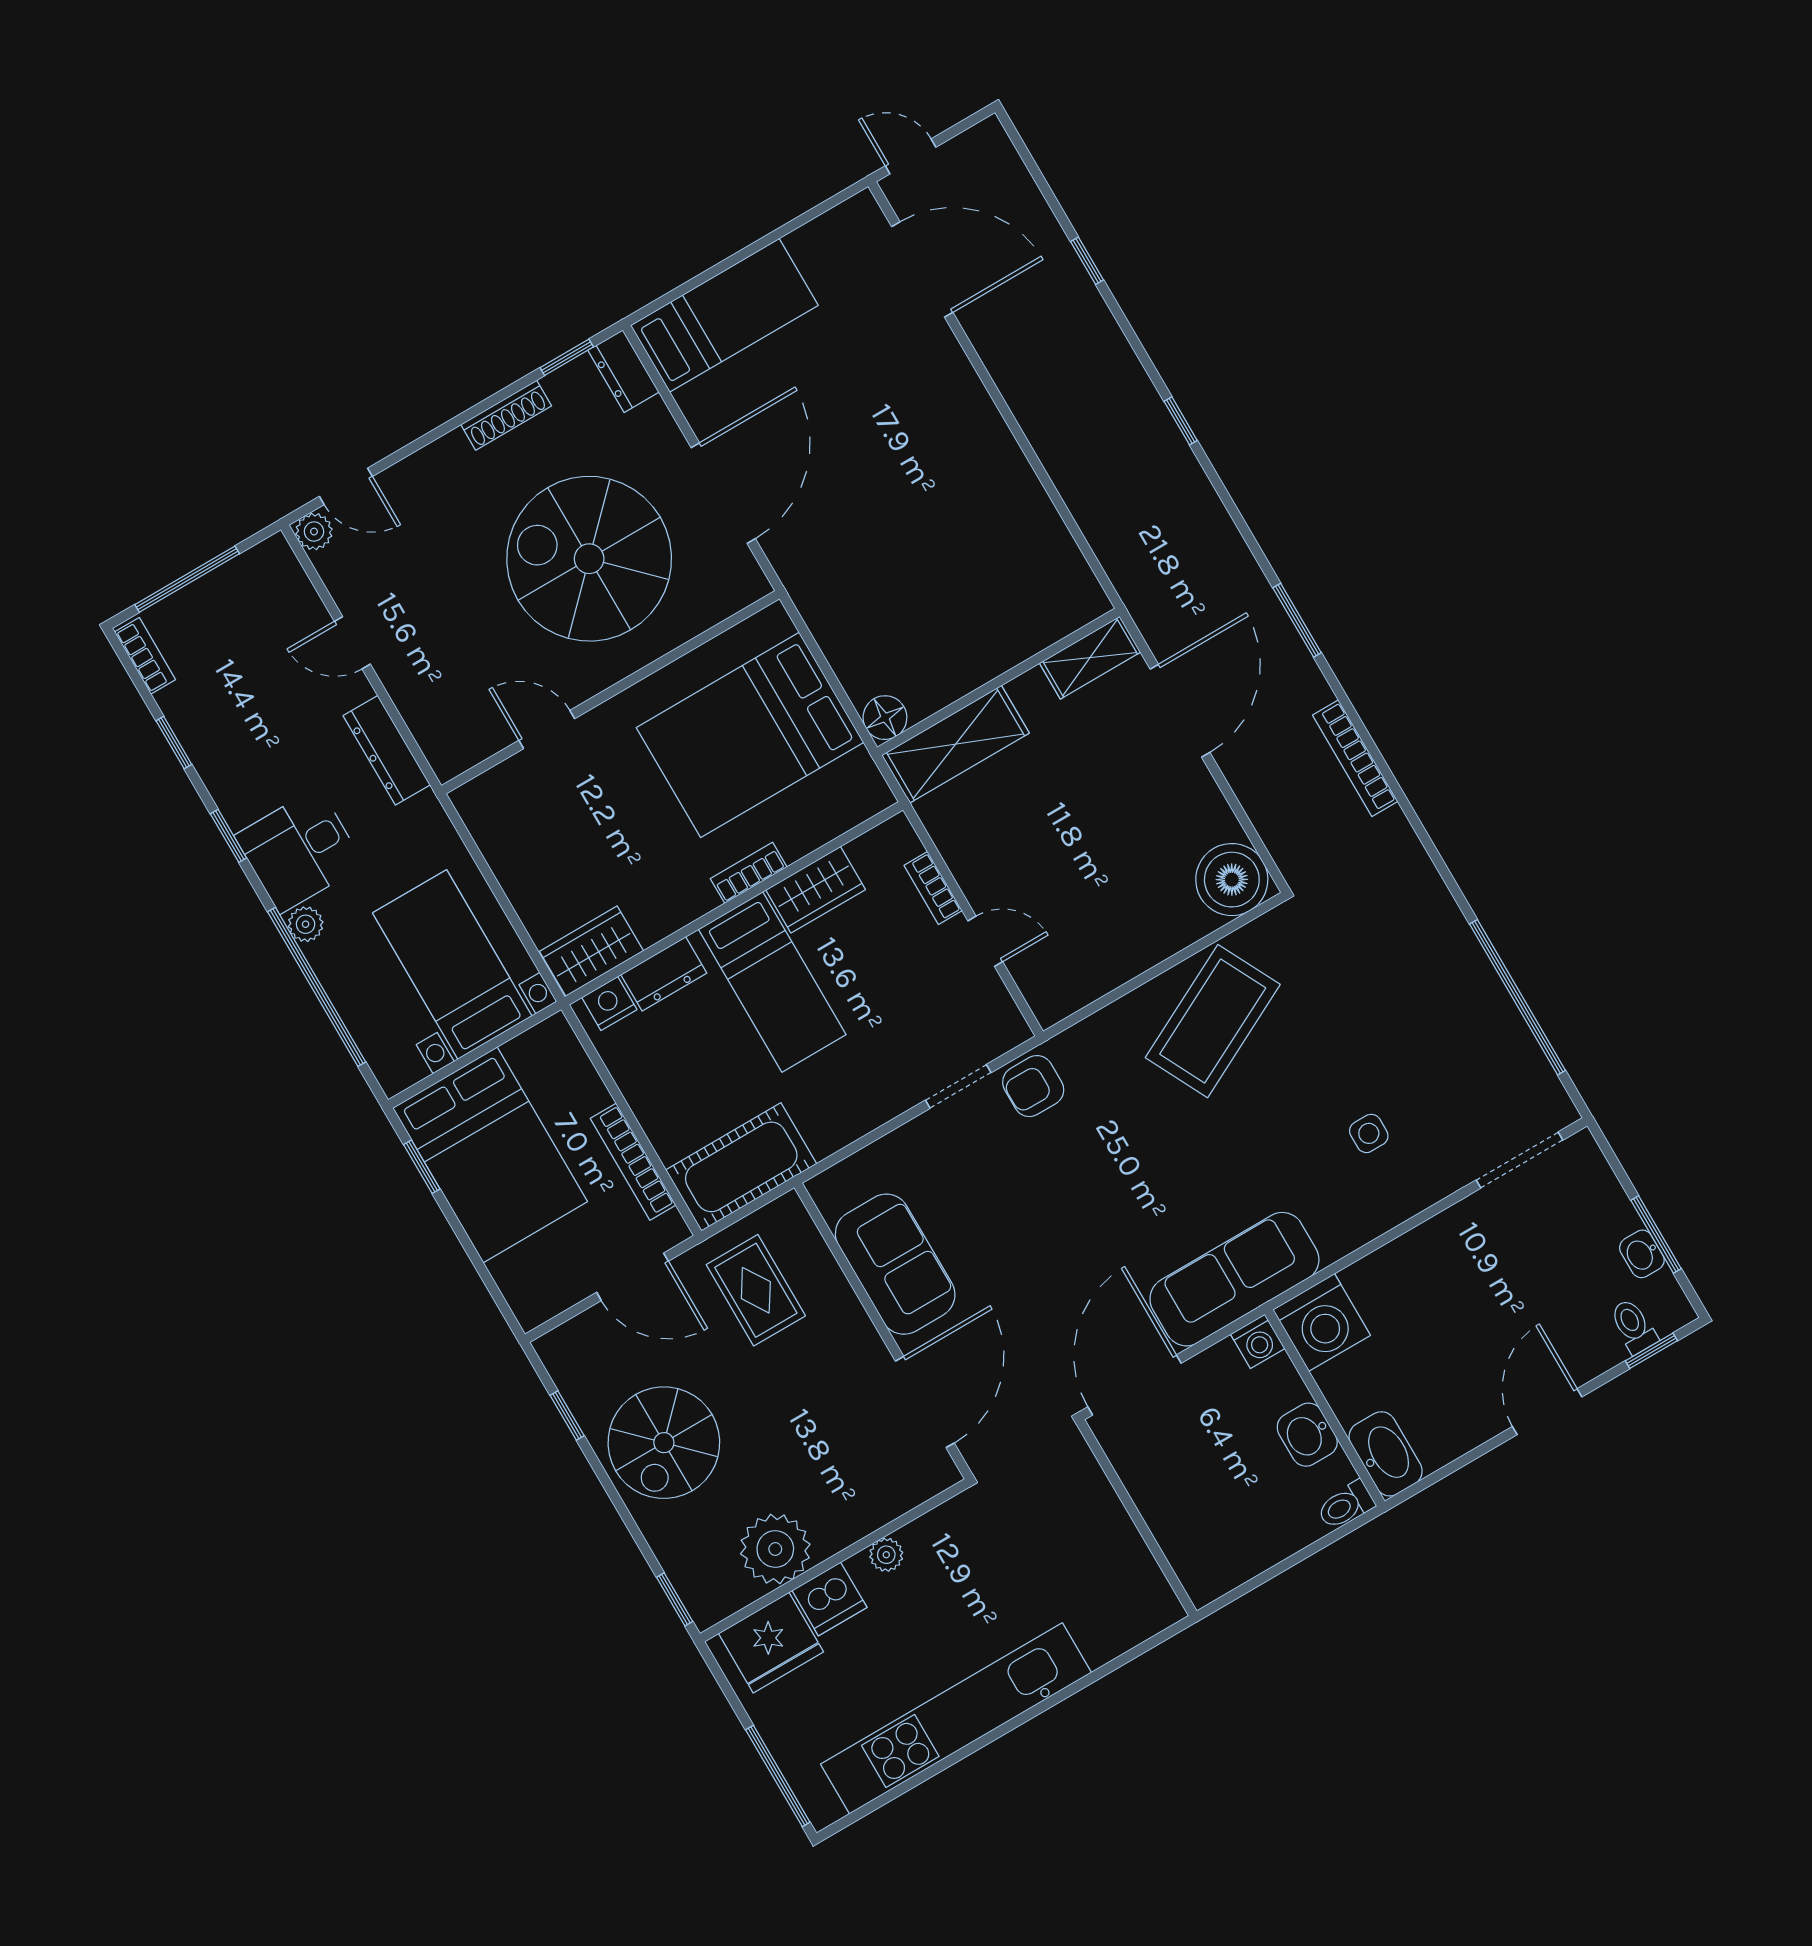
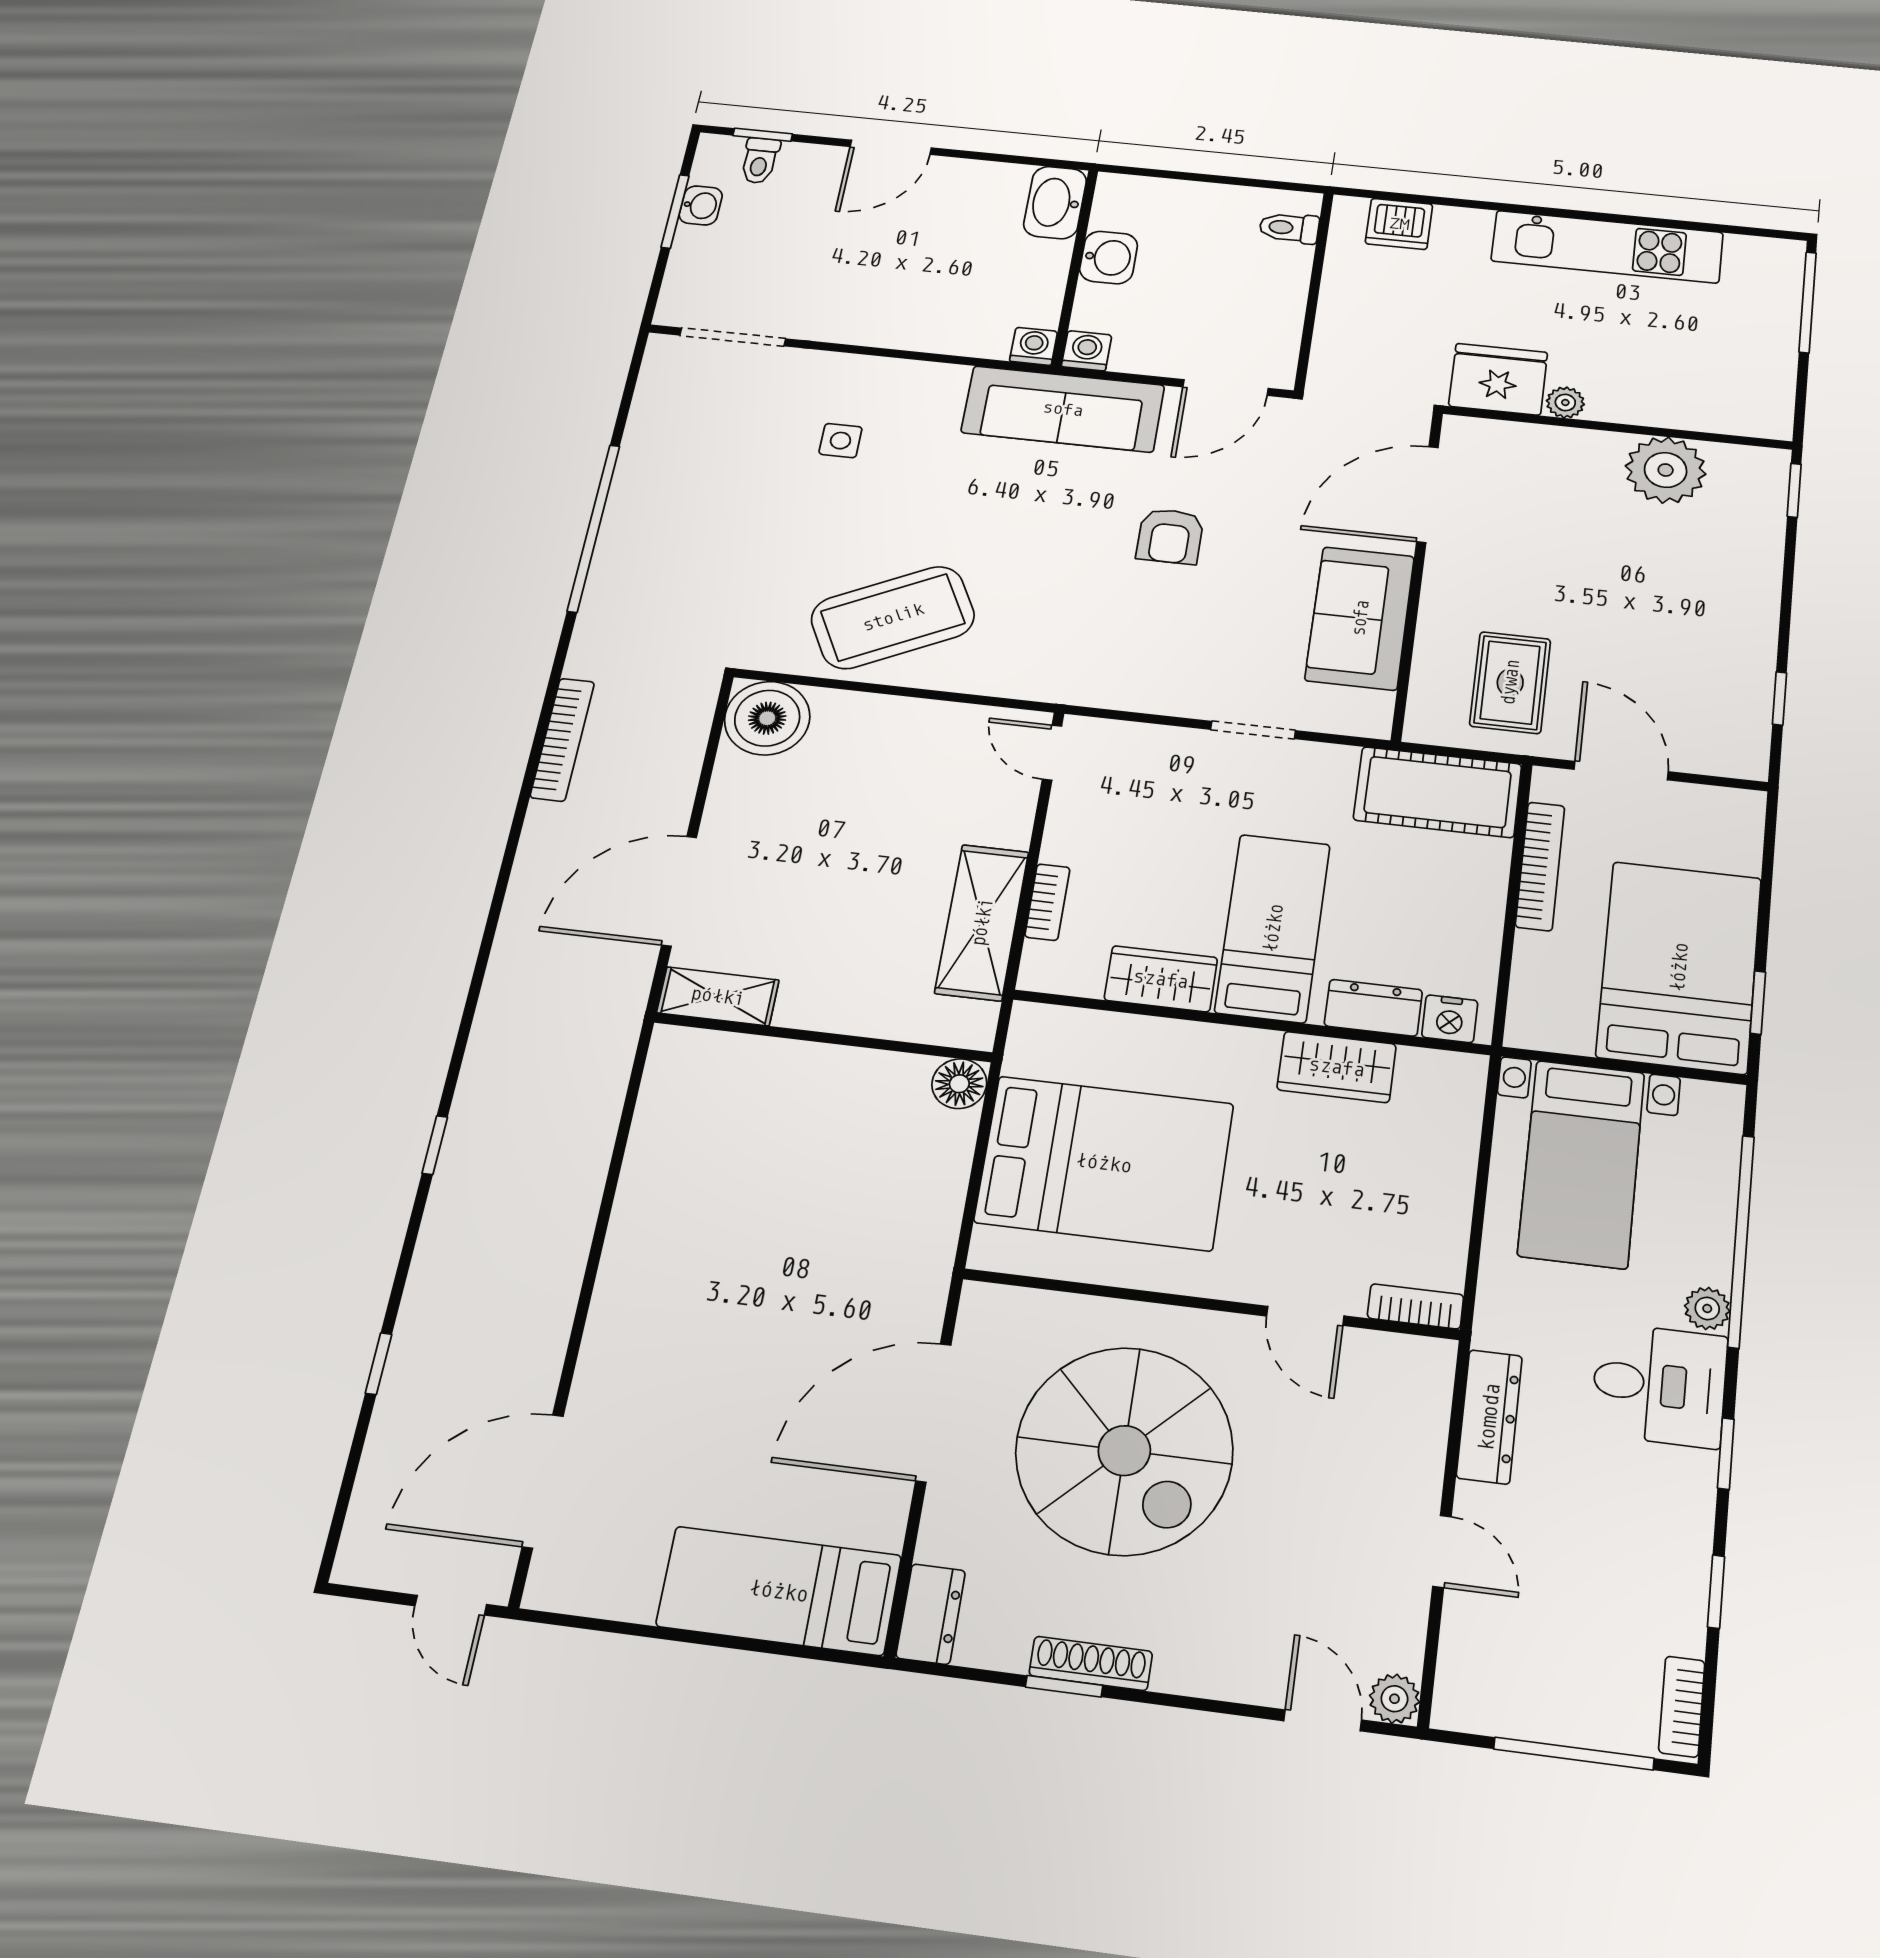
door: (922, 269) -> (543, 1481), hinge flipped
window: (567, 357) -> (1064, 1686), moved
window: (1297, 620) -> (500, 891), removed
shelving: (955, 744) -> (982, 922), moved, turned 90
bookcase: (749, 873) -> (1415, 1306), moved, turned 180
door: (985, 941) -> (1052, 753), moved
wardrobe: (592, 951) -> (1337, 1067), moved
window: (1517, 997) -> (594, 528), moved
doorway: (958, 1086) -> (1253, 730), moved
armchair: (1033, 1086) -> (1170, 536), moved, turned 90
washing machine: (1322, 1322) -> (1034, 346), width x0.53, depth x0.53
door: (1134, 1385) -> (1225, 388), width x0.73
spiral stairs: (664, 1443) -> (1702, 618), removed
toilet: (1346, 1505) -> (1289, 228), moved, turned 180
dishwasher: (829, 1599) -> (1399, 224), moved, turned 180
fridge: (771, 1643) -> (1498, 379), moved
kitchen unit: (956, 1718) -> (1607, 247), width x0.73

